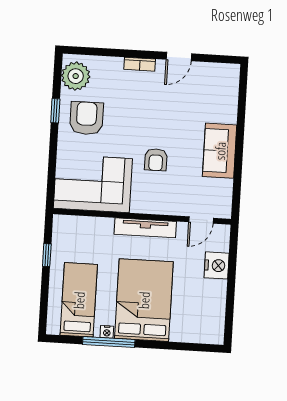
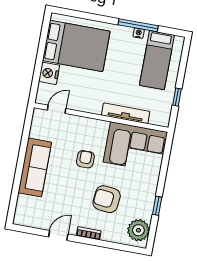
armchair: (87, 118) -> (107, 199), moved, turned 96
sofa: (220, 151) -> (35, 167), width x1.36
tv unit: (145, 228) -> (126, 113), moved
bed: (144, 300) -> (76, 46), moved, turned -90

